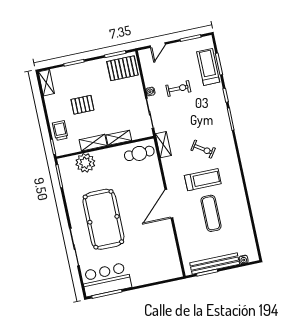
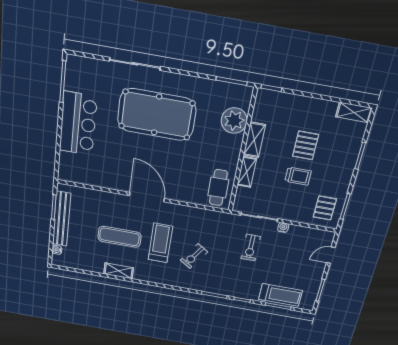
door: (158, 45) -> (331, 255), hinge flipped
pallet: (122, 68) -> (325, 208), width x0.67, depth x0.71
exercise bike: (178, 89) -> (251, 248), moved
trolley: (60, 130) -> (298, 176), moved
shelving: (163, 145) -> (119, 271), moved
treadmill: (203, 180) -> (160, 243), turned 180
bar counter: (106, 279) -> (78, 124), moved

